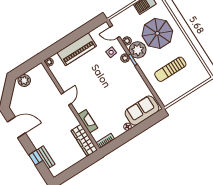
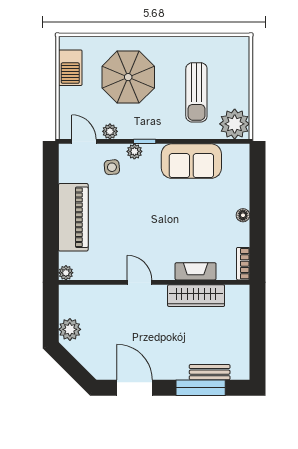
door: (115, 32) -> (84, 141), swing flipped
plant: (138, 50) -> (235, 124), moved
sofa: (142, 111) -> (191, 161), moved, turned -90
door: (16, 127) -> (135, 388), hinge flipped
wardrobe: (84, 140) -> (196, 296), moved
window: (36, 158) -> (201, 388), width x2.17

